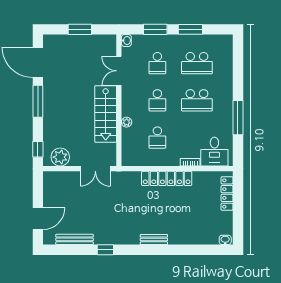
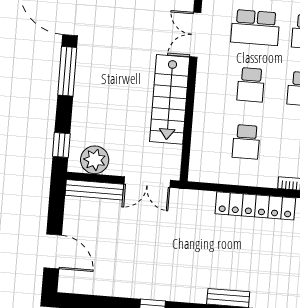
school desk: (157, 63) -> (255, 28), width x1.85
plant: (127, 122) -> (201, 114), removed
door: (38, 219) -> (53, 251), hinge flipped
bench: (75, 239) -> (94, 190), moved

